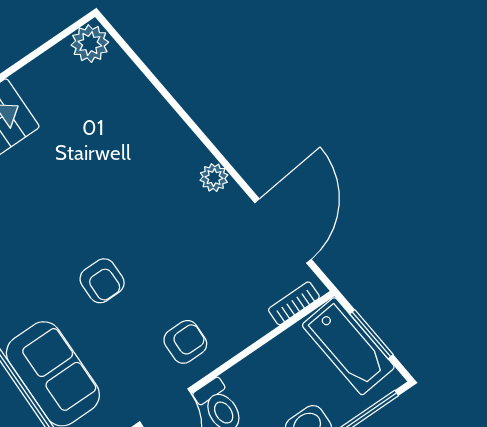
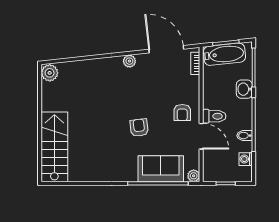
armchair: (102, 281) -> (139, 128), turned -97
armchair: (185, 342) -> (182, 113), turned 180

